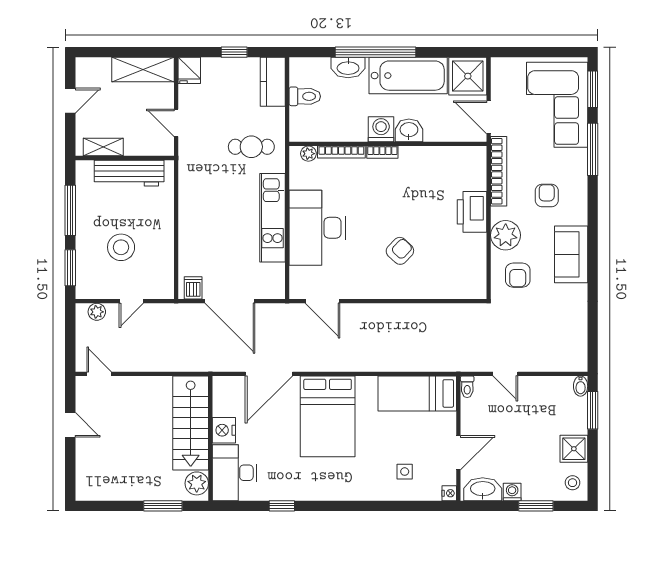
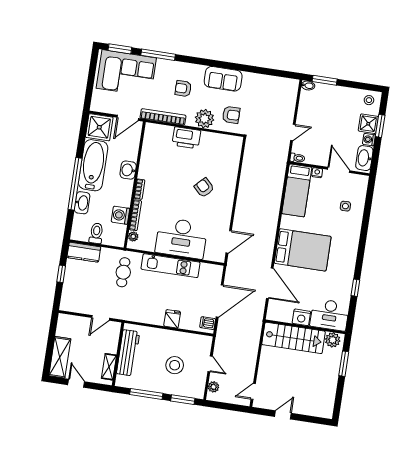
shelving: (143, 70) -> (60, 357), moved
fridge: (189, 70) -> (172, 319), moved, turned -90
washing machine: (381, 129) -> (121, 215), moved
shower: (574, 449) -> (368, 124), moved
nightstand: (449, 493) -> (317, 173), moved

